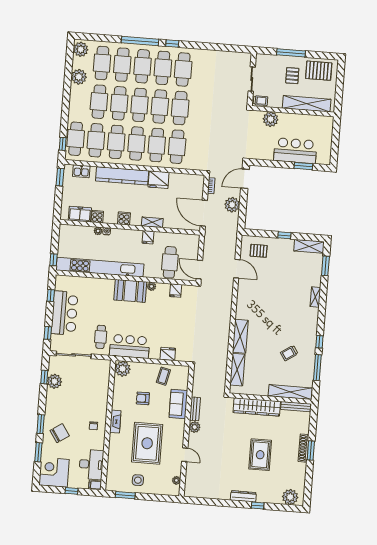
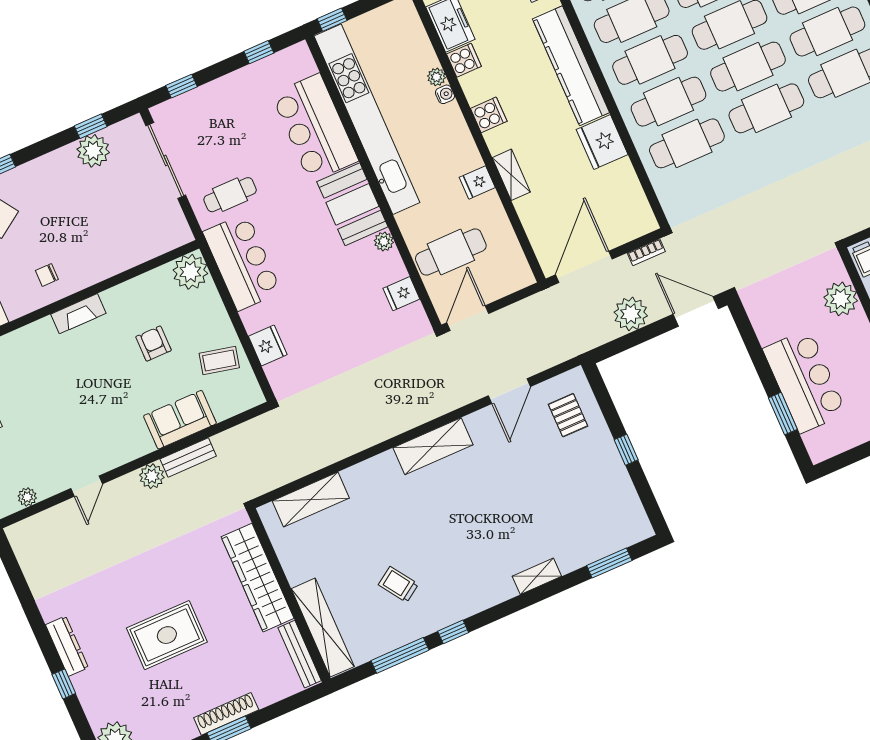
shelving: (309, 246) -> (630, 510), removed
bar counter: (64, 313) -> (315, 128), moved, turned 90
shelving: (240, 336) -> (433, 446), moved
rug: (147, 443) -> (69, 400), removed

